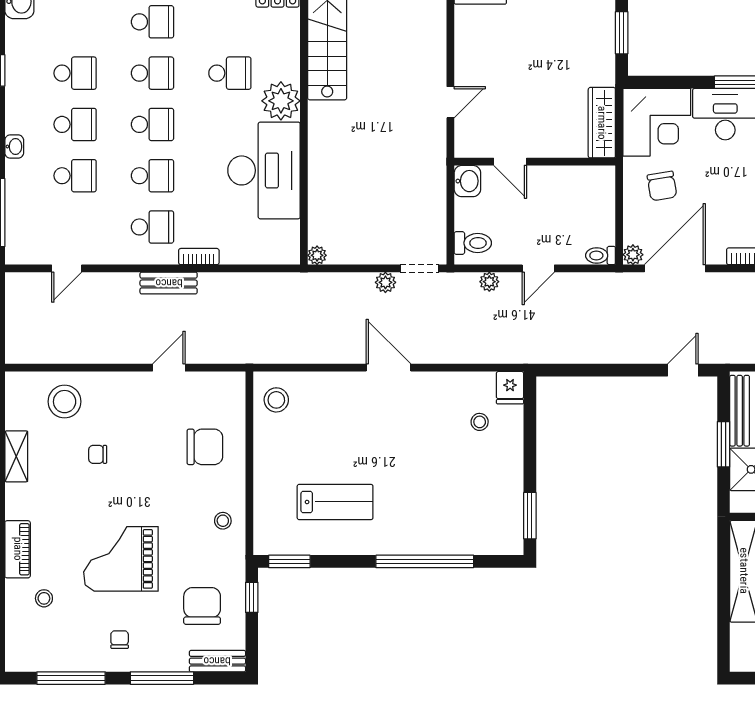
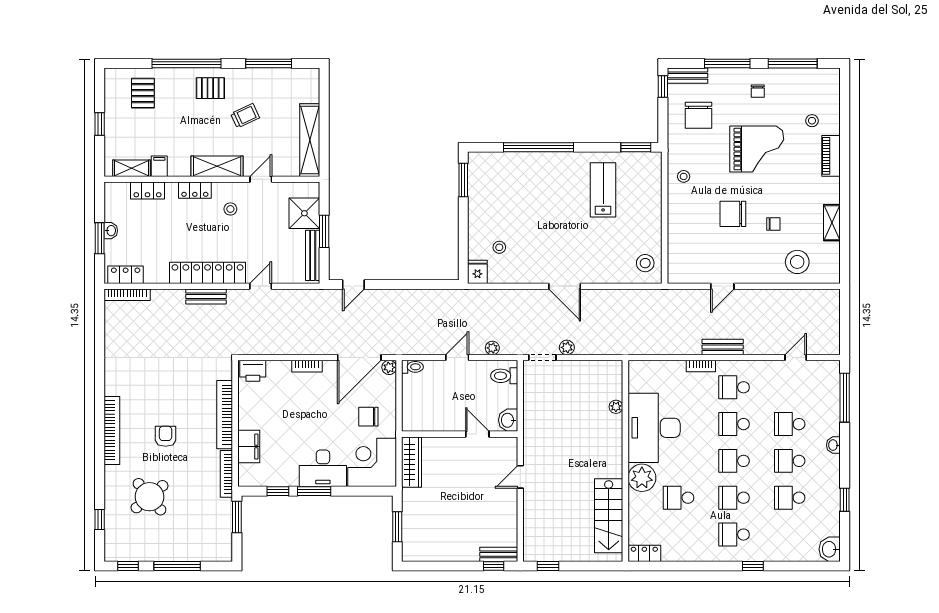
chair: (662, 186) -> (368, 417), turned -81
plant: (317, 255) -> (616, 407), moved
chair: (205, 447) -> (733, 214), moved
lab bench: (335, 502) -> (603, 190), turned 90
window: (252, 597) -> (663, 87), moved

